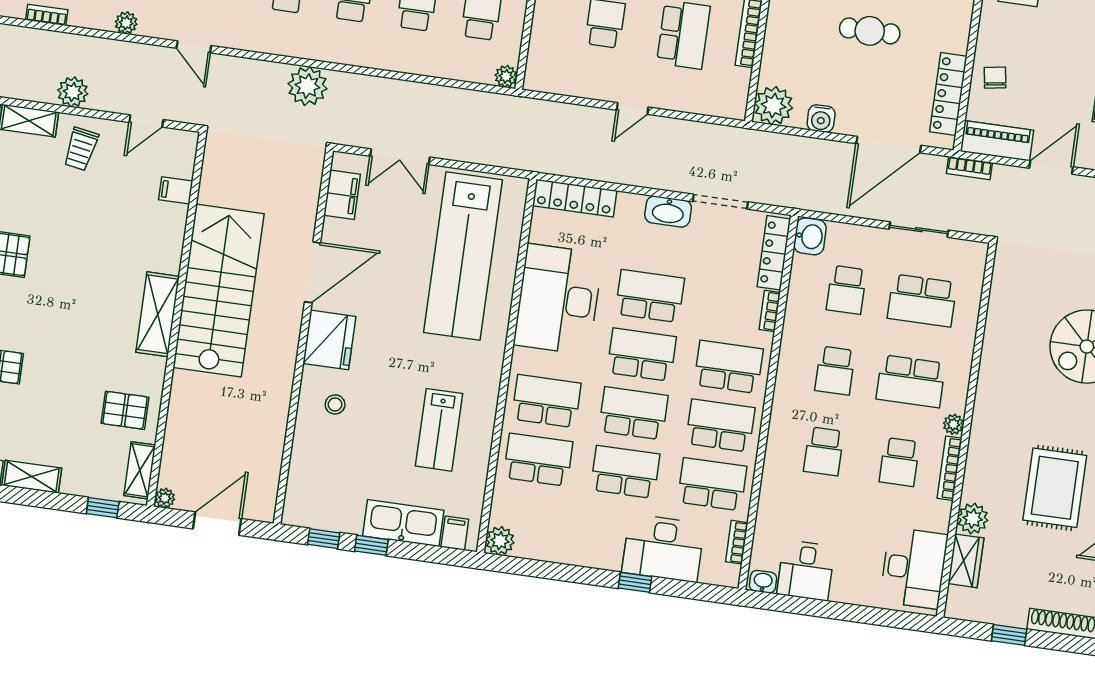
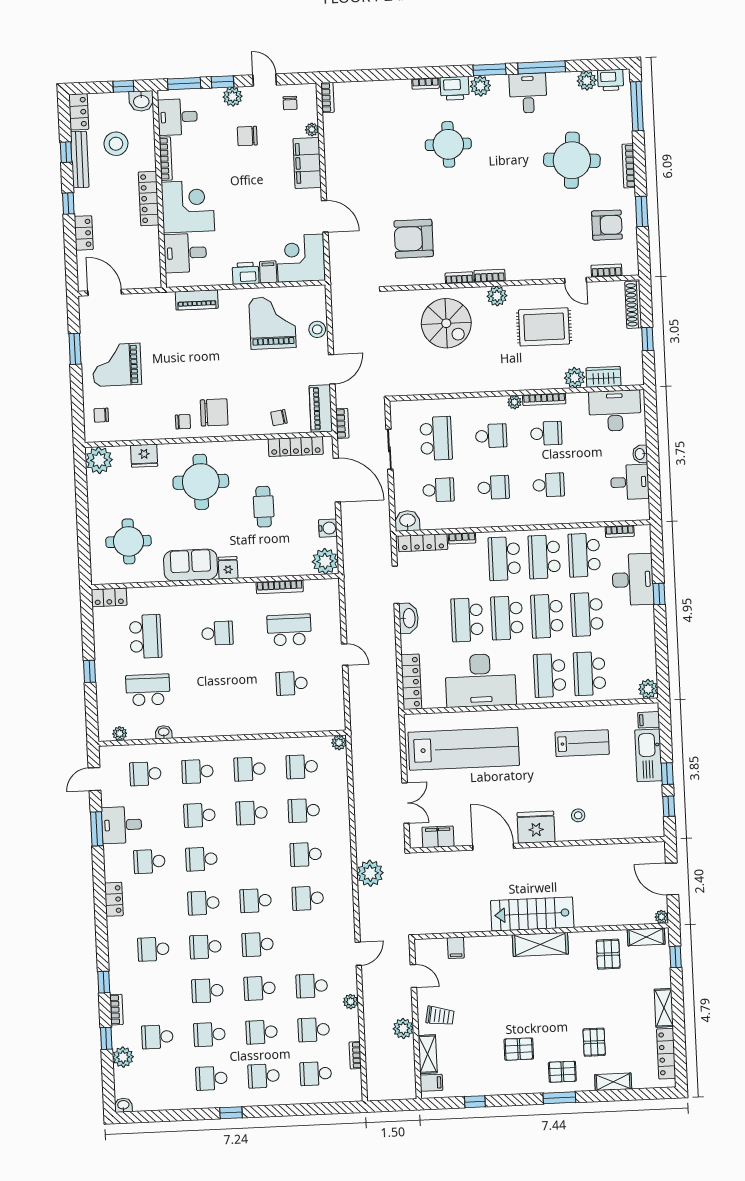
door: (1051, 167) -> (332, 369), swing flipped
stairs: (219, 291) -> (532, 914), width x0.73, depth x0.66
school desk: (911, 381) -> (491, 436), width x0.54
washbasin: (763, 582) -> (640, 454), moved

